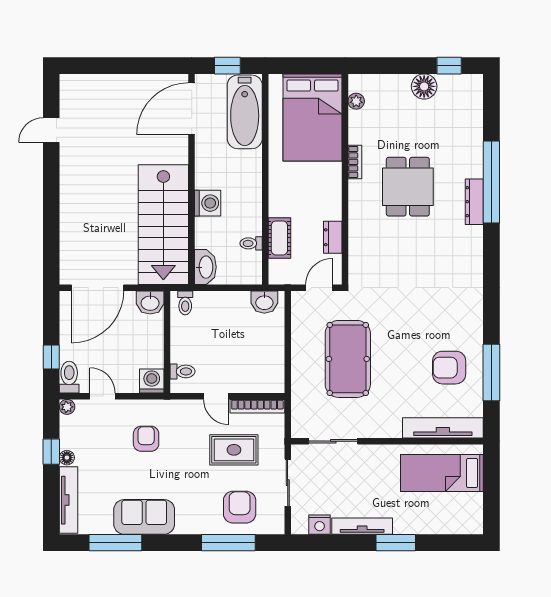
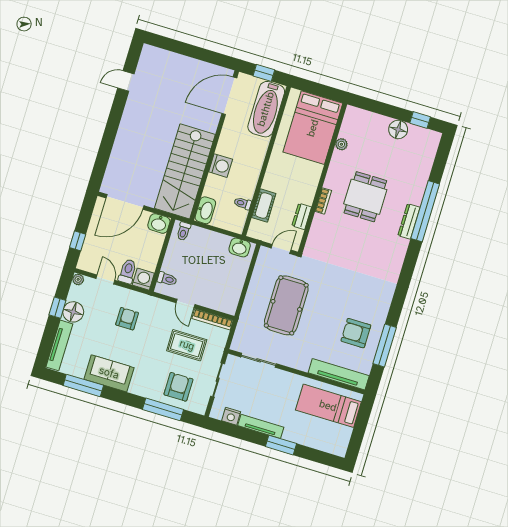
plant: (356, 101) -> (341, 144), moved
bookcase: (355, 162) -> (323, 201), moved
toilet: (69, 377) -> (128, 271), moved
floor lamp: (67, 458) -> (73, 312), width x1.89, depth x1.89

